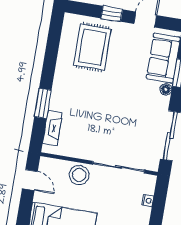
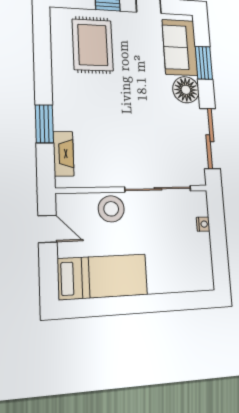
floor lamp: (166, 89) -> (186, 90), width x1.89, depth x1.89

